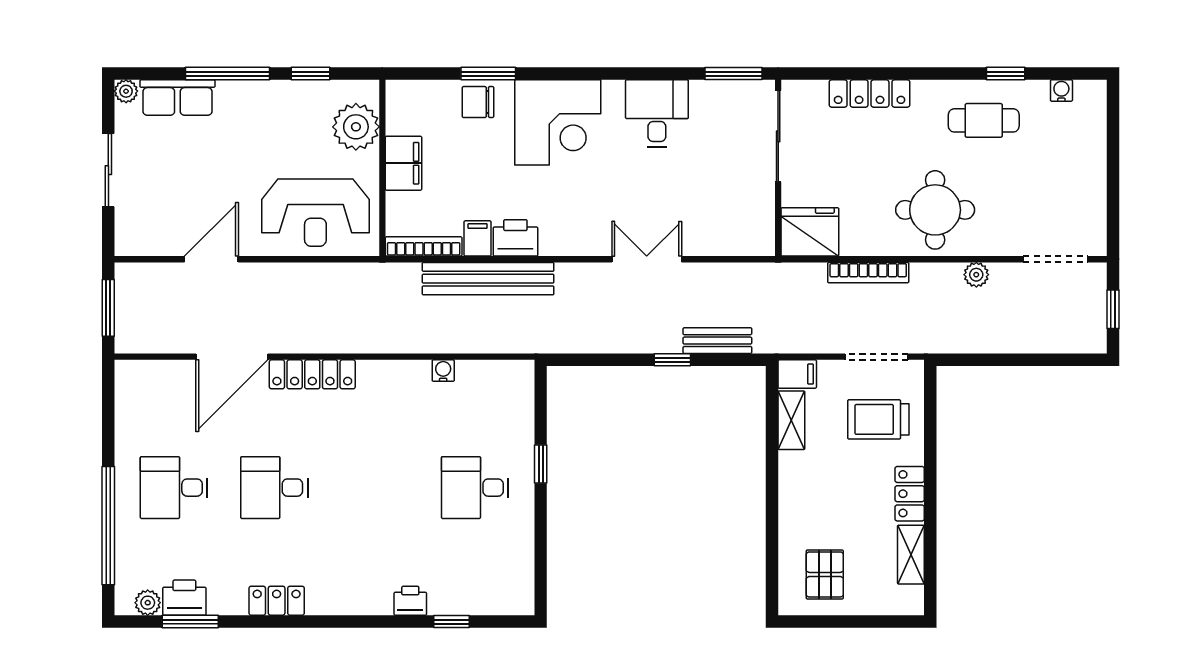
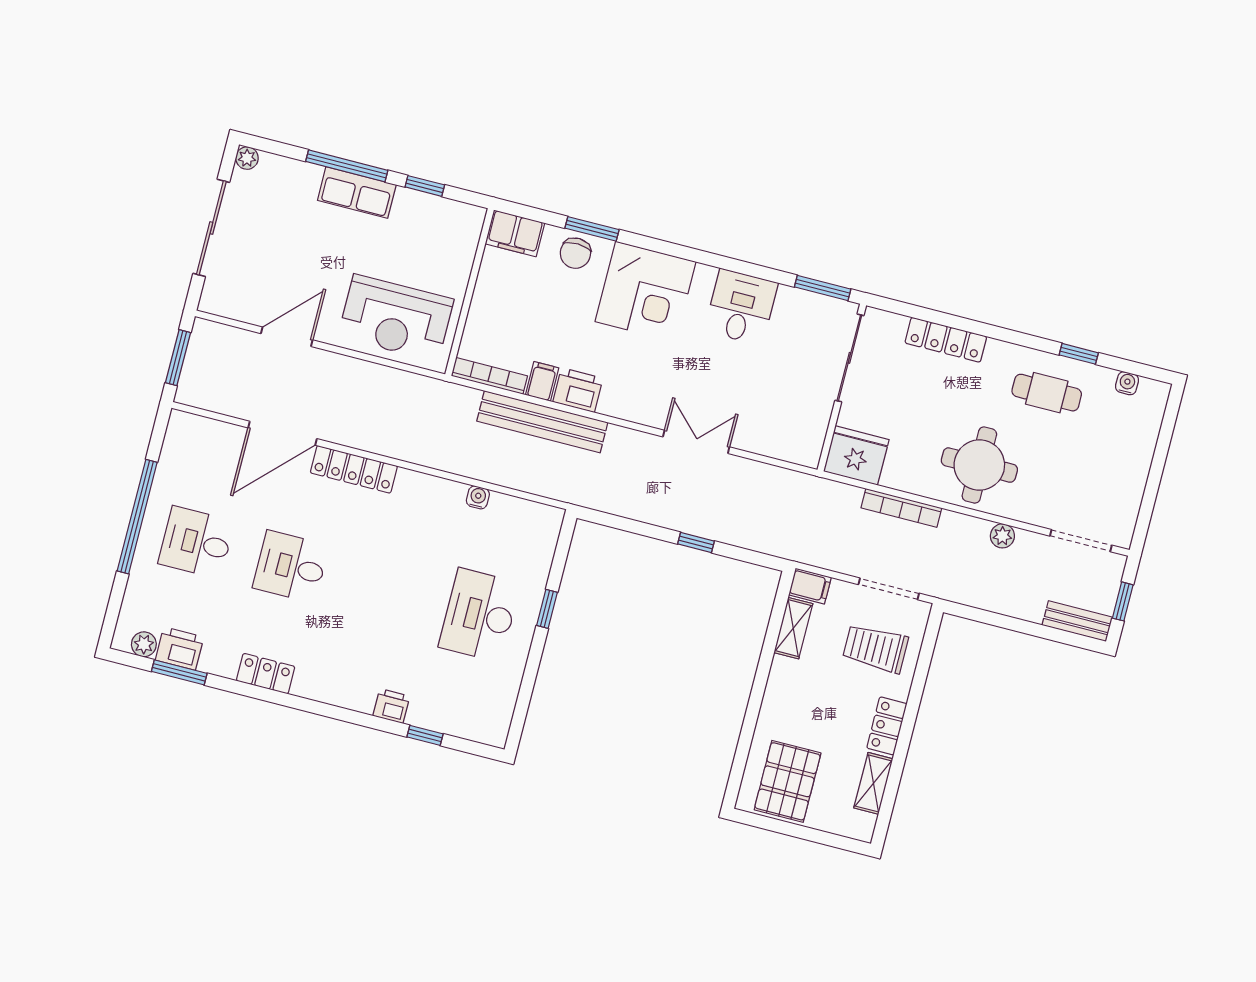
row of seats: (177, 98) -> (357, 193), moved
chair: (478, 102) -> (575, 253), turned -88
plant: (356, 127) -> (455, 247), removed
filing cabinet: (403, 163) -> (515, 233), moved, turned 90
sliding door: (108, 170) -> (211, 228), width x1.37
bench: (717, 341) -> (1077, 621), moved
desk: (475, 488) -> (480, 615), width x1.37
window: (108, 526) -> (137, 517), moved
pallet: (825, 574) -> (788, 781), width x1.50, depth x1.42

